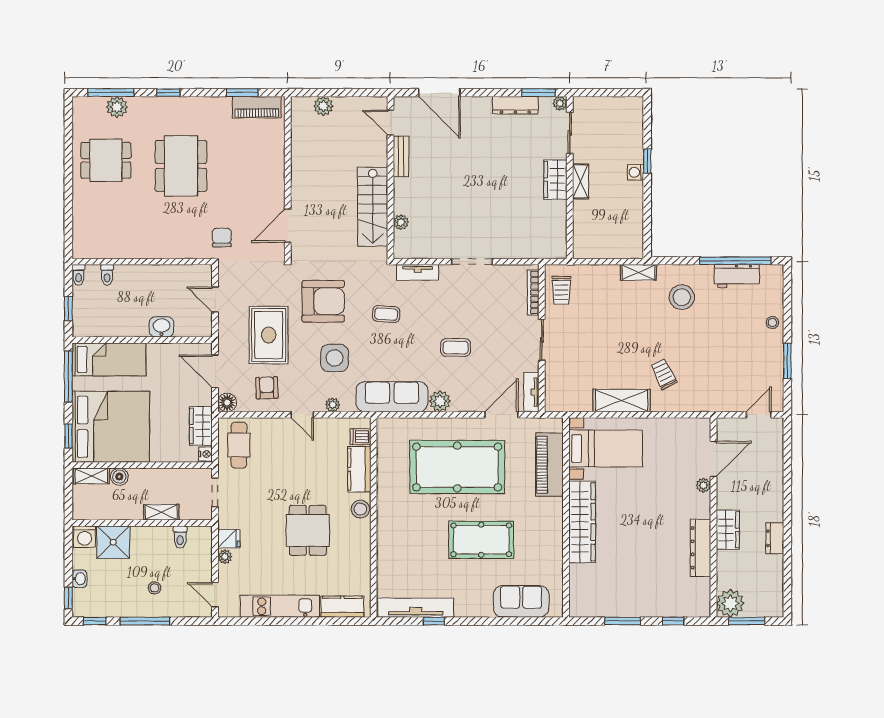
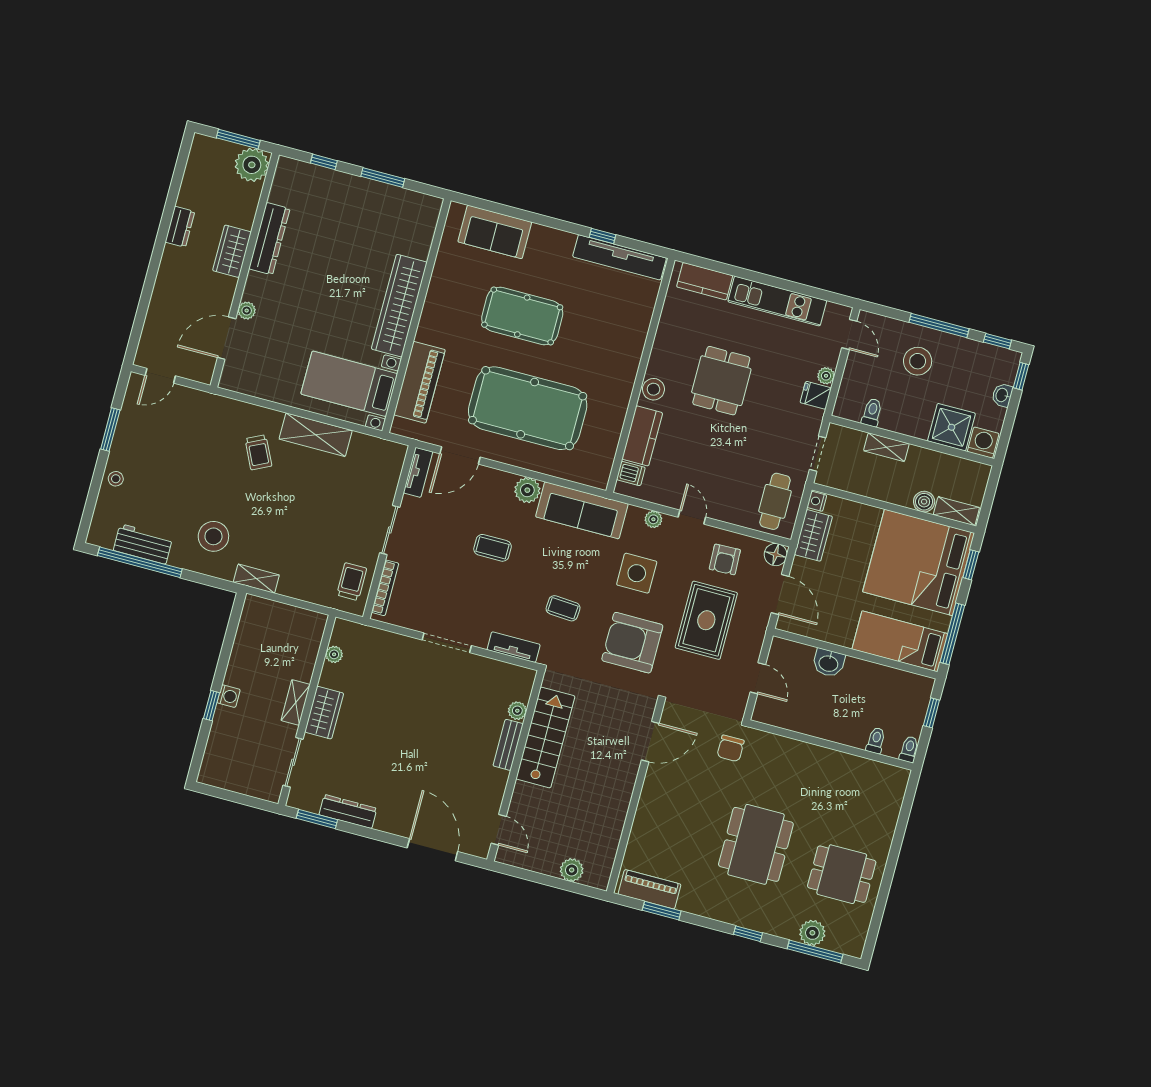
plant: (560, 103) -> (334, 654), moved
bench: (401, 156) -> (508, 745), moved
stool: (154, 588) -> (918, 361), width x1.89, depth x1.89

